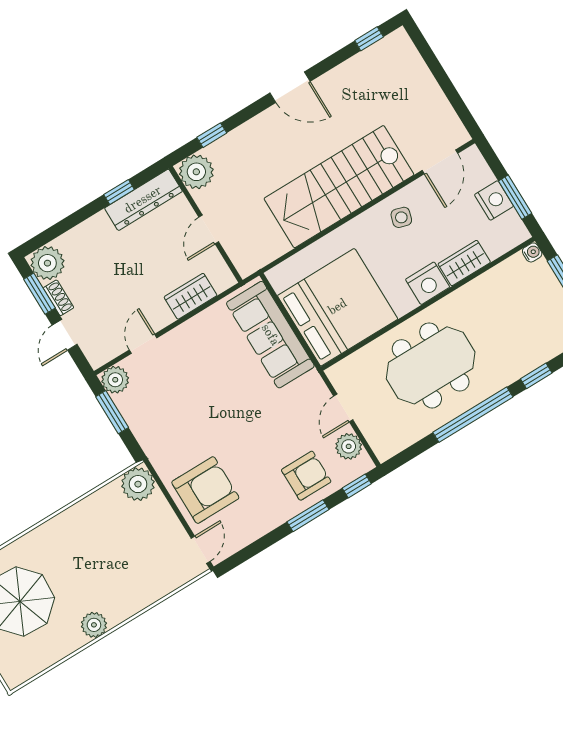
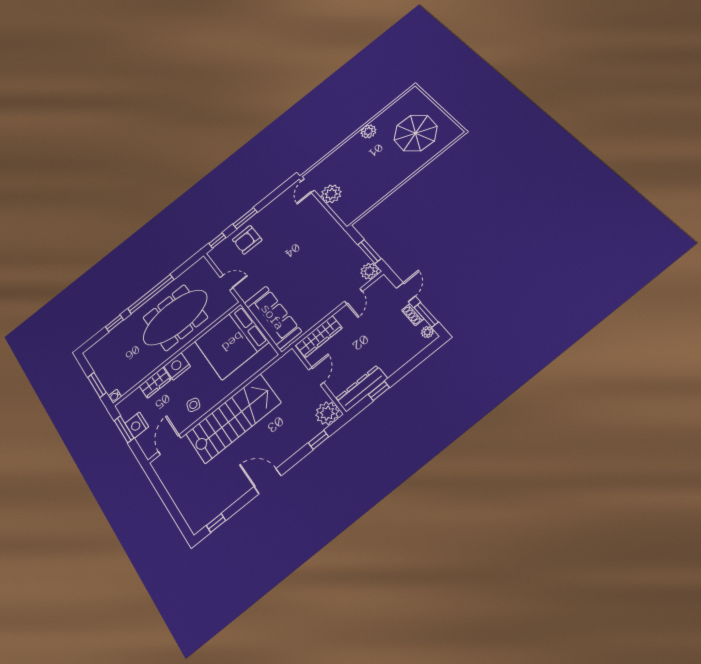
plant: (47, 263) -> (427, 332), width x0.53, depth x0.53
wardrobe: (191, 296) -> (319, 337), width x1.50
meeting table: (431, 365) -> (175, 318), width x1.36
door: (343, 408) -> (226, 283), hinge flipped
plant: (349, 446) -> (223, 261), removed
plant: (138, 484) -> (331, 194), moved
armchair: (205, 490) -> (307, 219), removed

